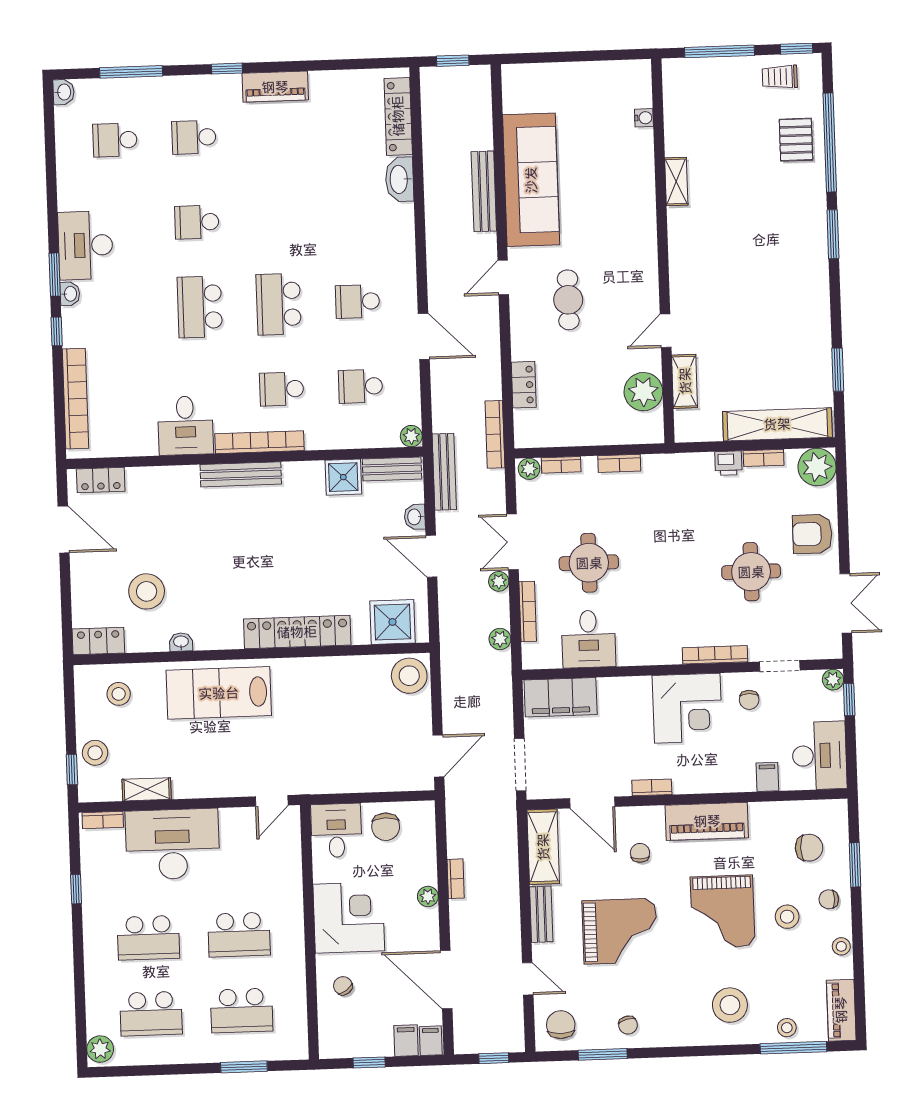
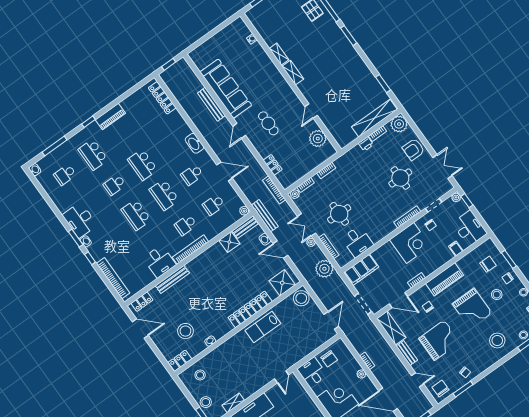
school desk: (194, 137) -> (93, 155), width x1.85
washbasin: (400, 179) -> (194, 143), moved
school desk: (276, 219) -> (143, 165), added
shelving: (685, 381) -> (293, 73), moved
bench: (241, 474) -> (172, 279), moved
plant: (500, 639) -> (324, 269), width x1.87, depth x1.87
lab bench: (219, 693) -> (263, 327), moved, width x0.73, depth x0.72

